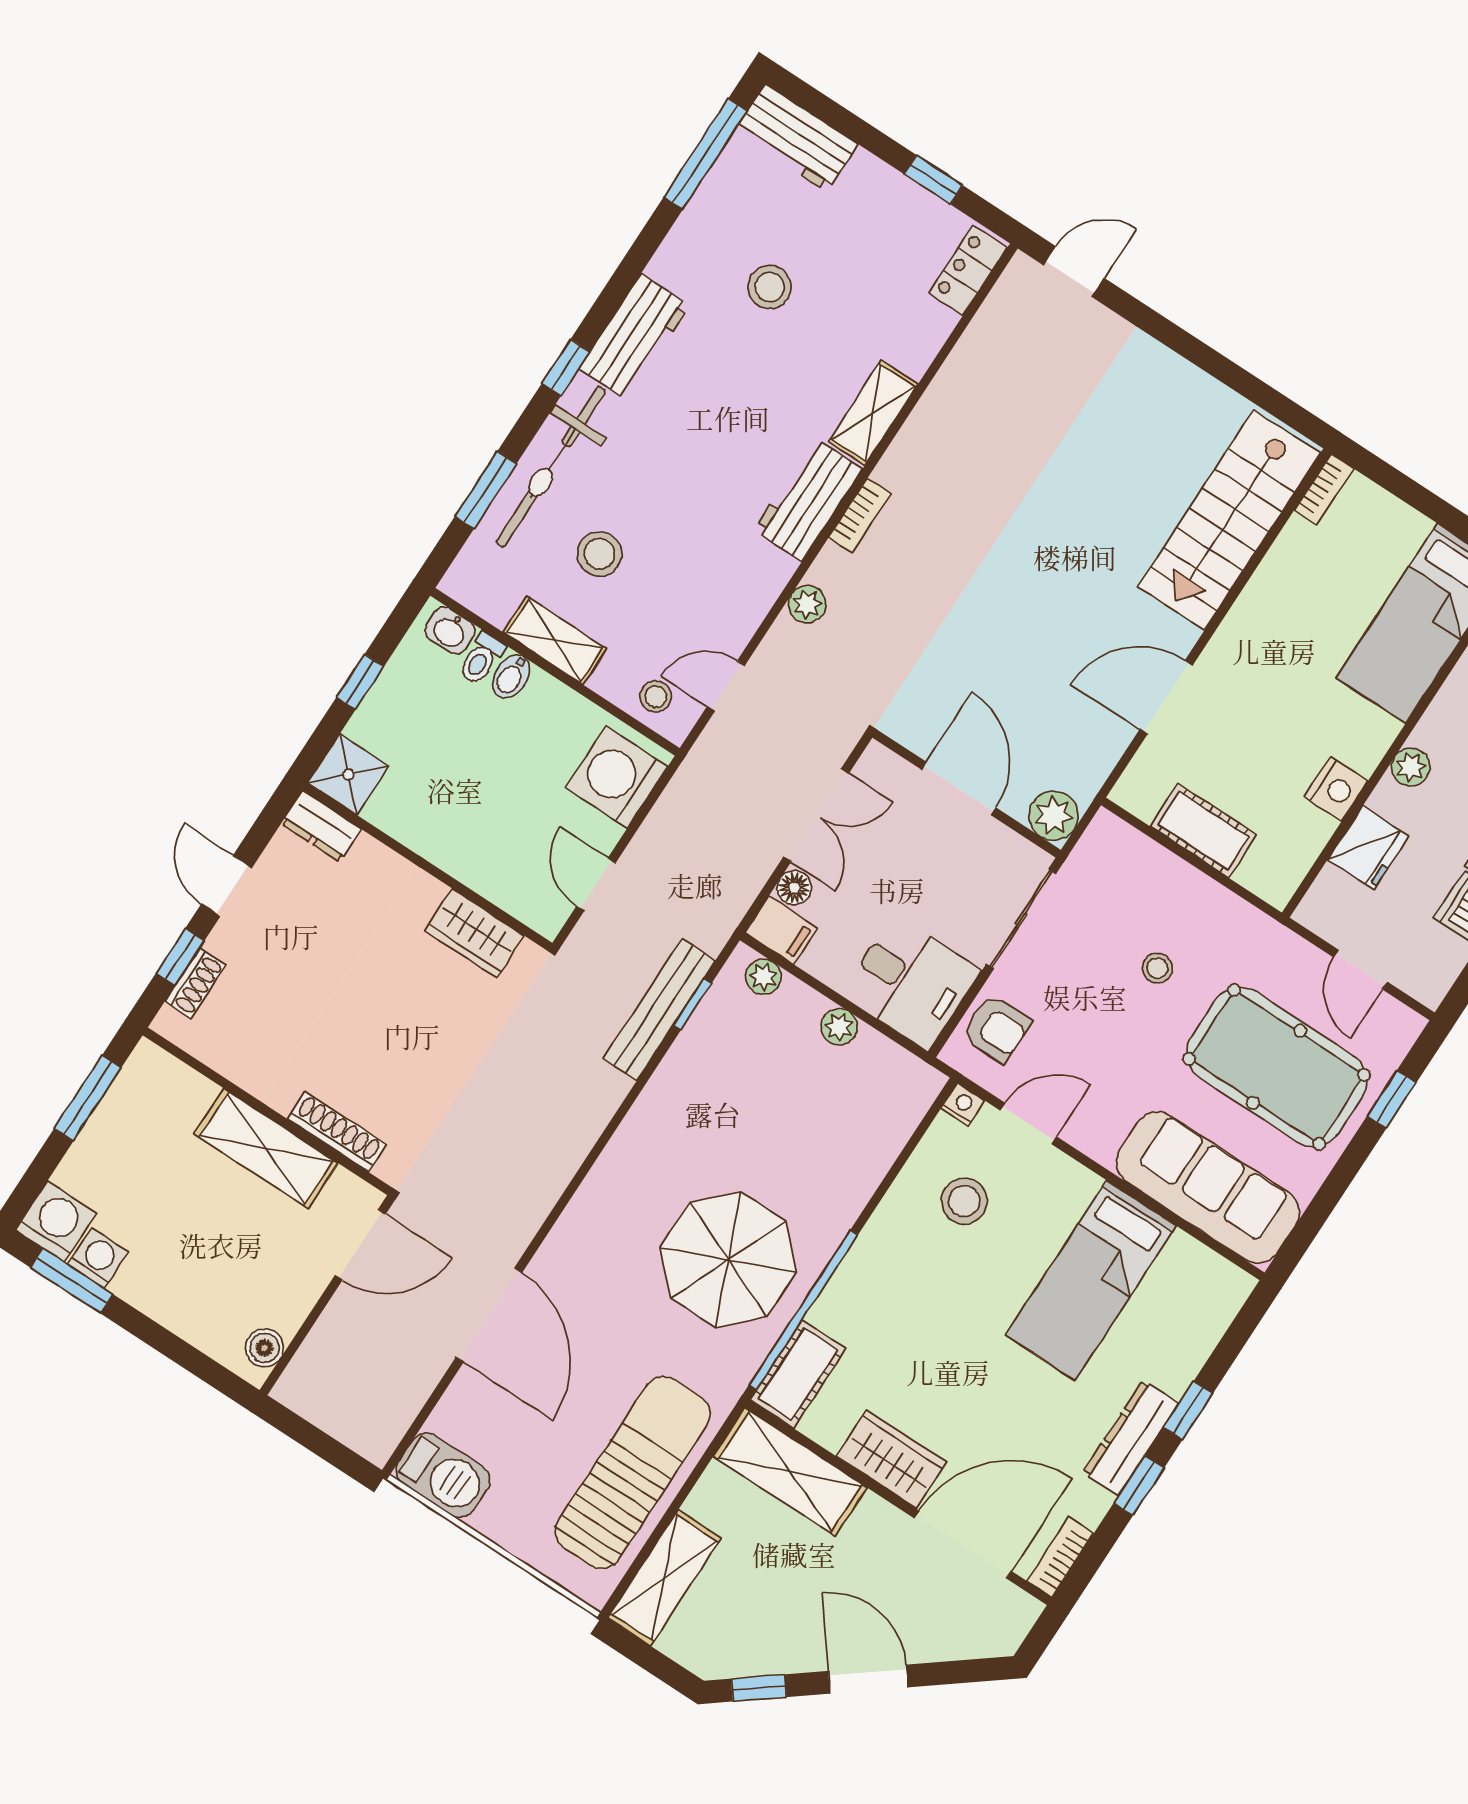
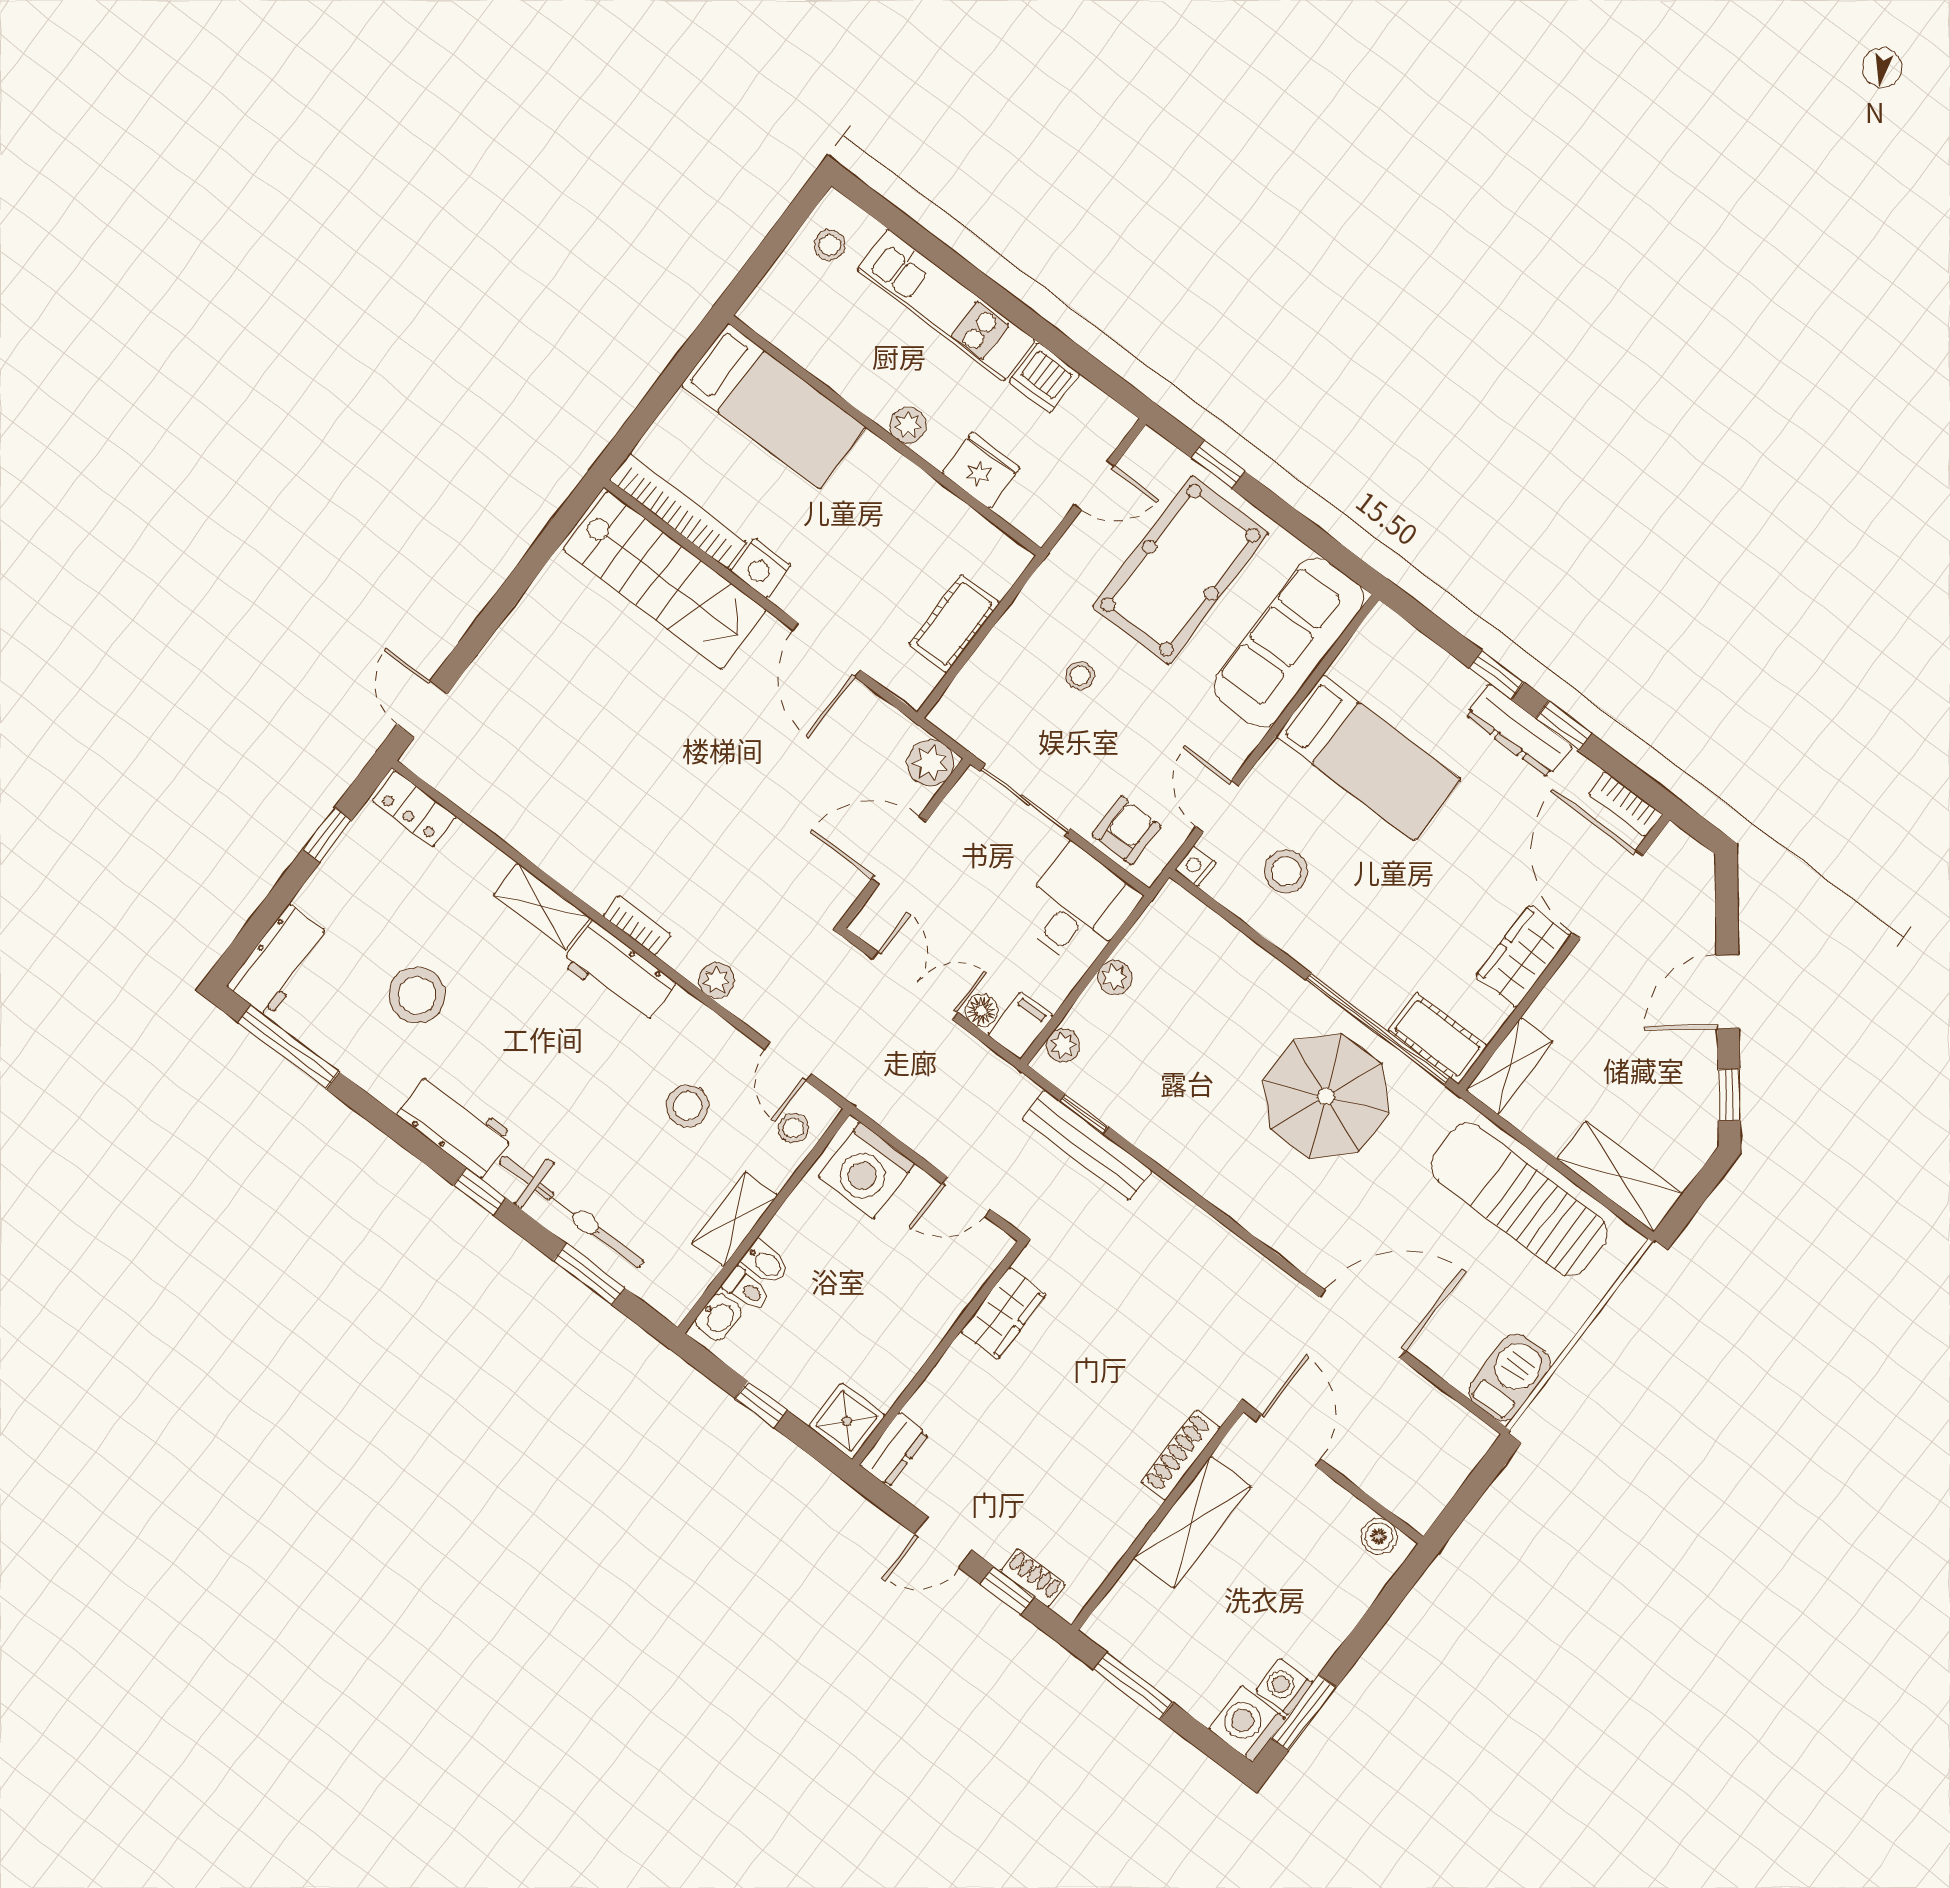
stool: (770, 287) -> (417, 995), width x1.38, depth x1.38
bookcase: (1324, 489) -> (678, 511), width x2.31, depth x1.31
stool: (600, 554) -> (688, 1106), moved
nightstand: (1336, 789) -> (760, 568), moved, turned 180
shelving: (790, 1472) -> (1509, 1066), width x0.67, depth x0.75

